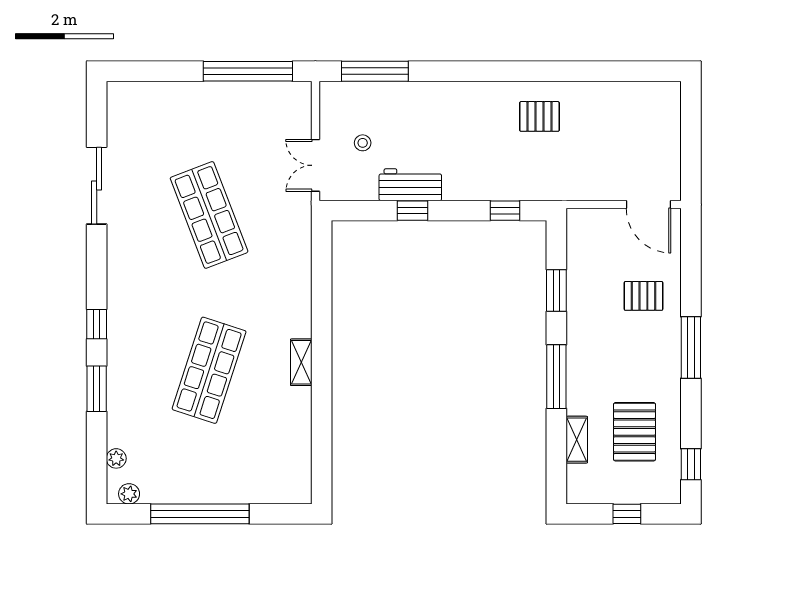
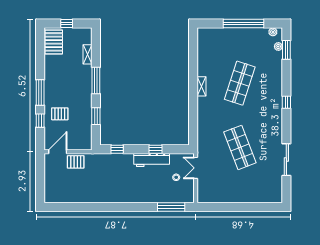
window: (248, 71) -> (224, 207), removed
pallet: (539, 116) -> (76, 162), moved
double door: (315, 165) -> (196, 168), swing flipped
workbench: (410, 185) -> (152, 160), width x1.38
door: (648, 205) -> (58, 152), hinge flipped
window: (97, 389) -> (286, 50), moved
pallet: (635, 432) -> (54, 42), moved
window: (691, 464) -> (40, 121), moved

